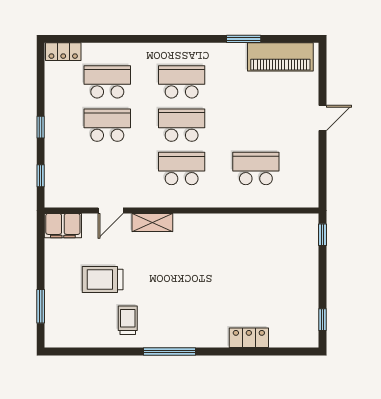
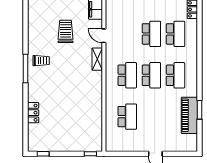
piano: (280, 57) -> (189, 115), moved
trolley: (128, 320) -> (41, 61), moved

